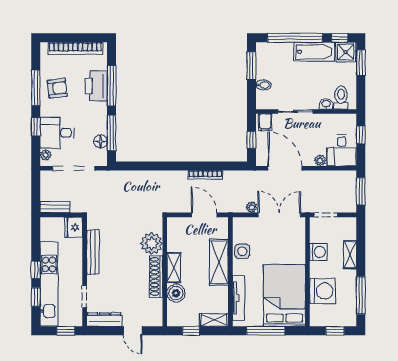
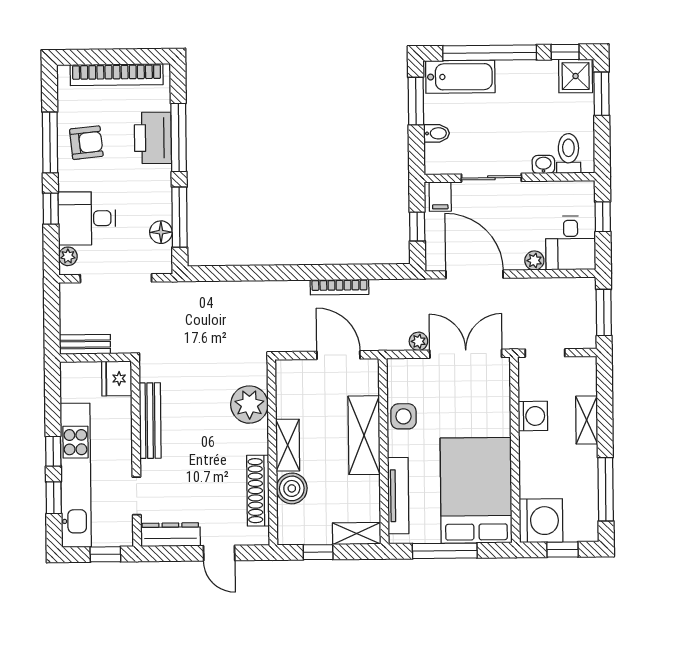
bathtub: (314, 52) -> (460, 77), moved
shoe rack: (156, 276) -> (258, 491), moved
washing machine: (323, 291) -> (541, 521), moved

